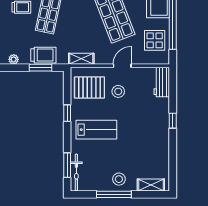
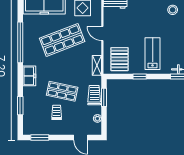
stool: (118, 91) -> (173, 10), moved

